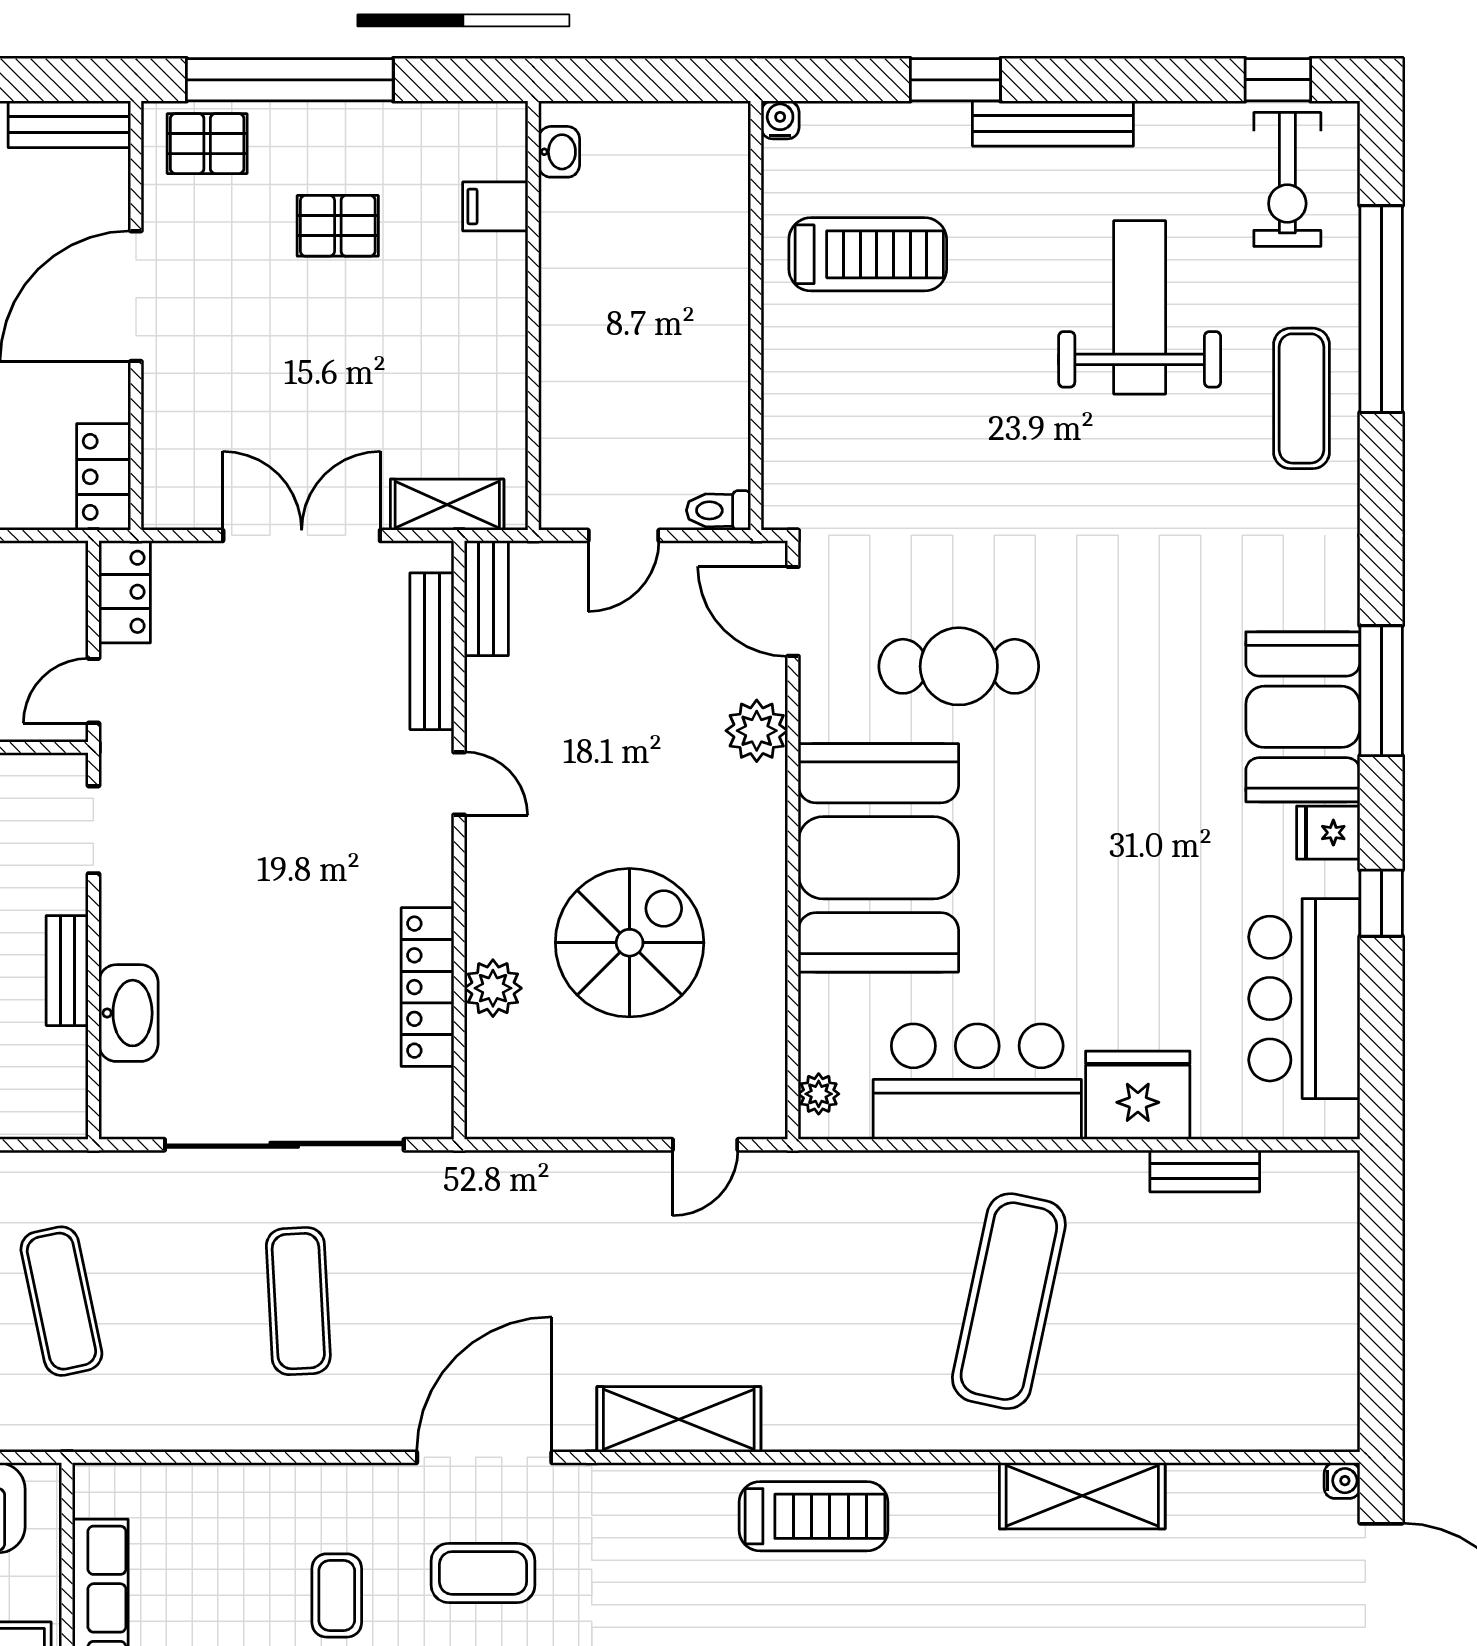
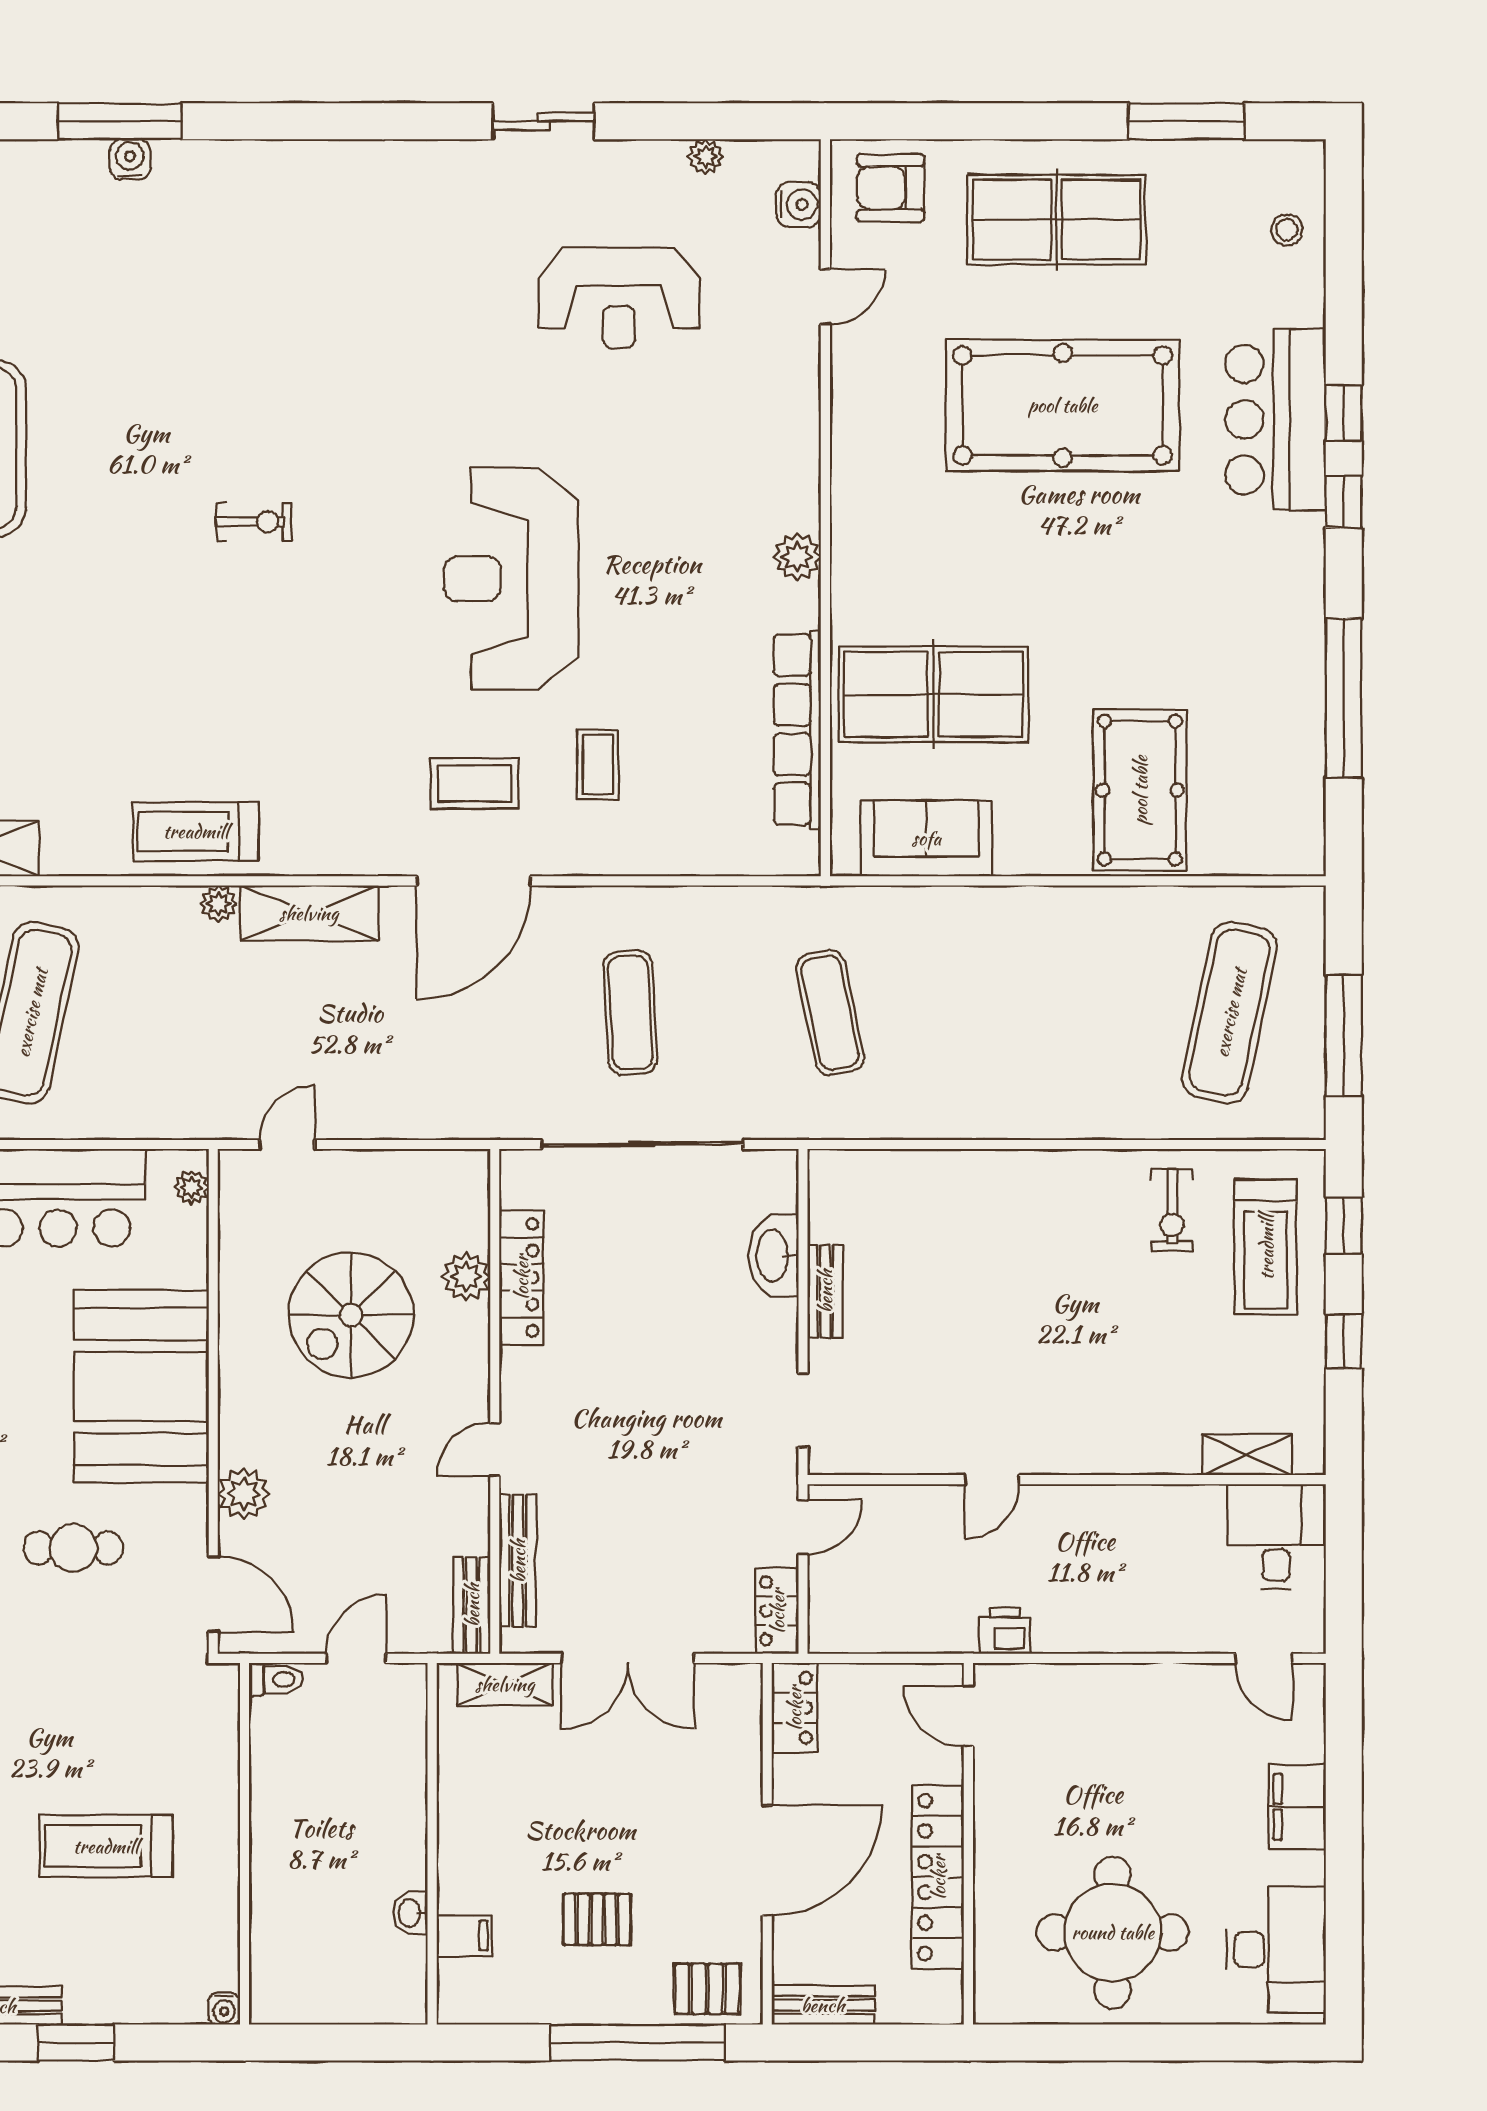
washbasin: (559, 152) -> (410, 1913), moved
treadmill: (868, 254) -> (106, 1846), moved
cafe table: (959, 666) -> (73, 1548), width x0.73, depth x0.74
door: (459, 783) -> (495, 1449), hinge flipped
plant: (787, 1431) -> (219, 904), added

